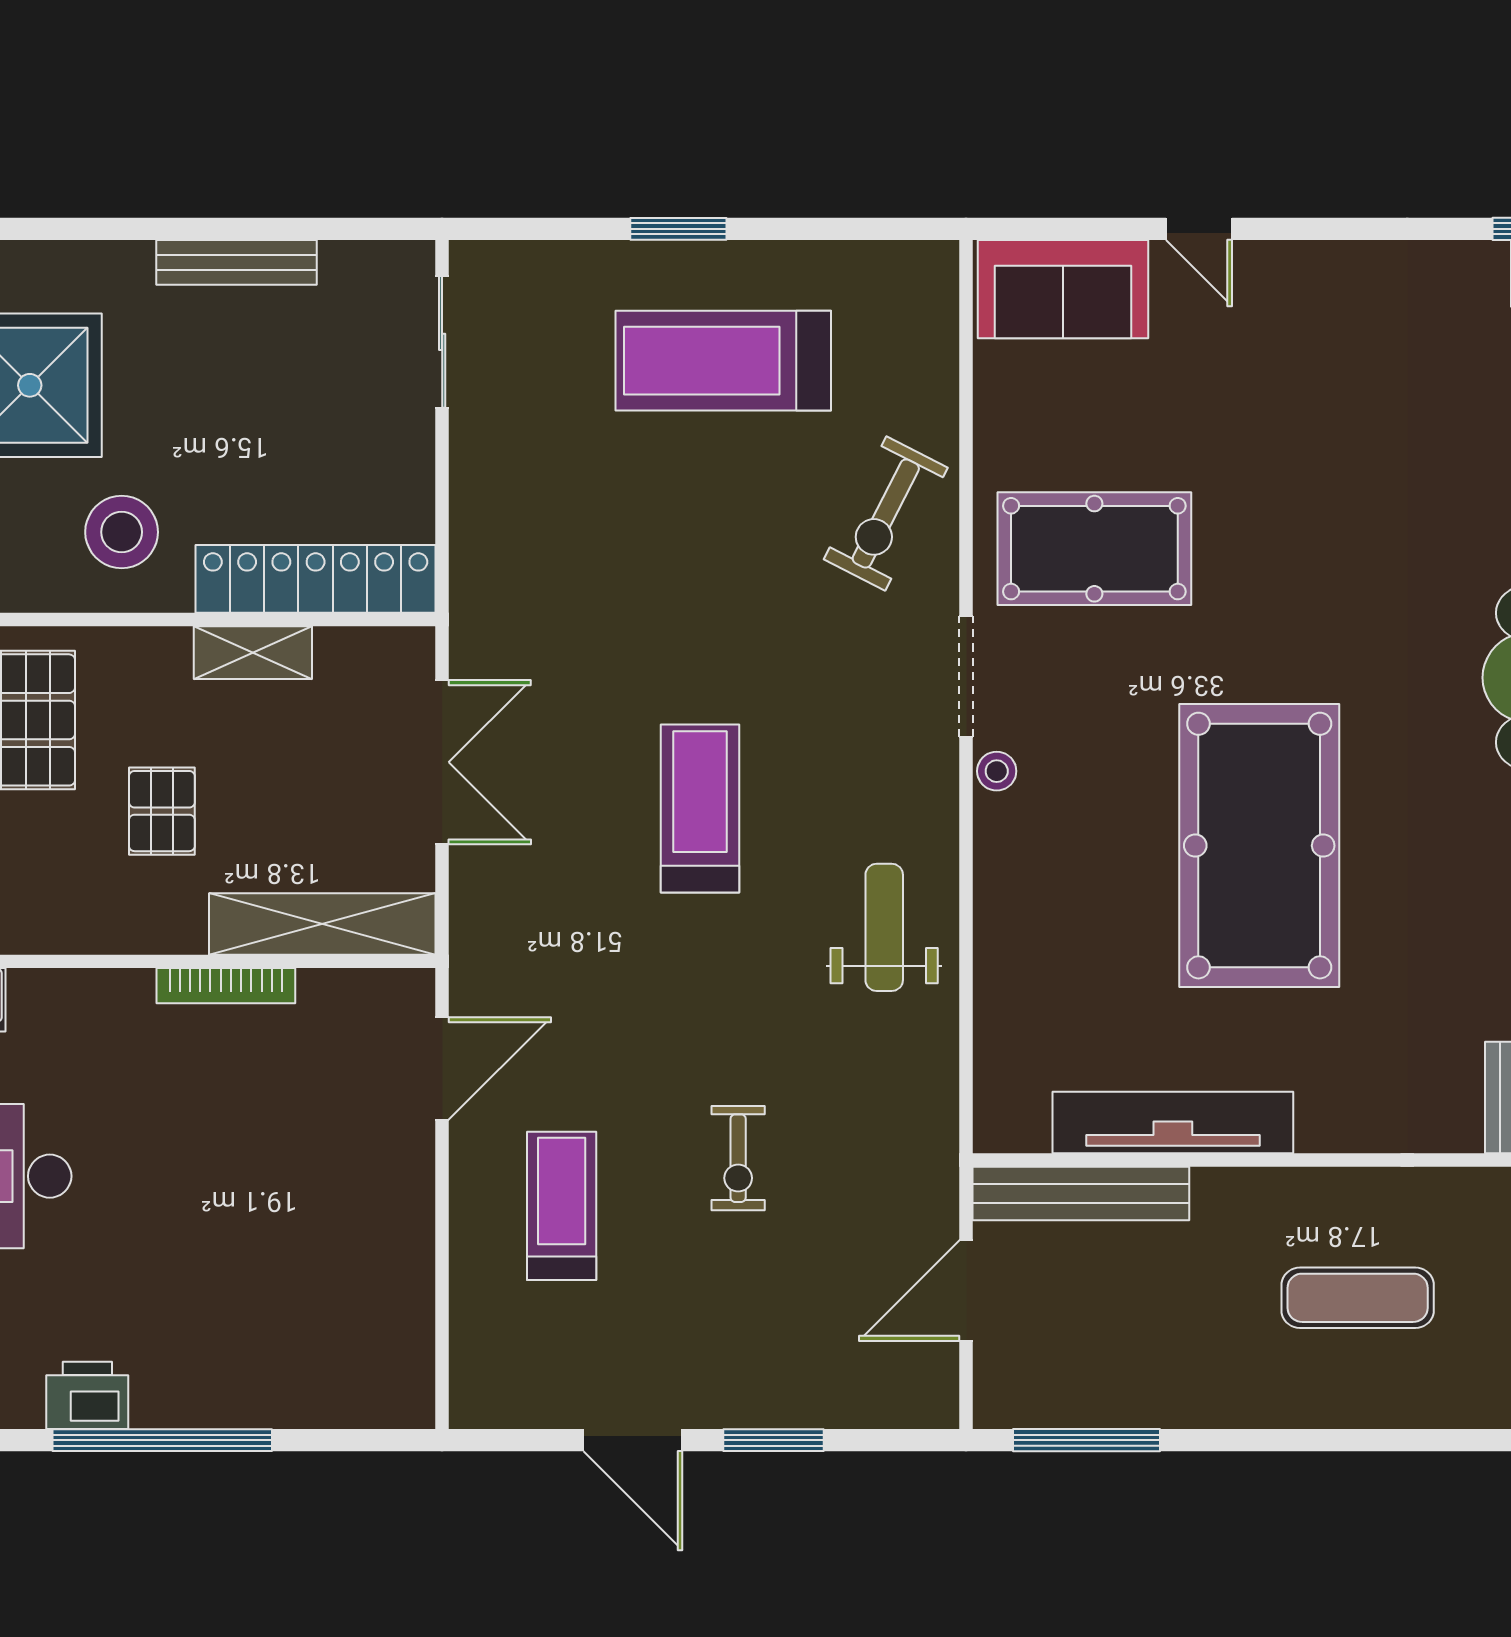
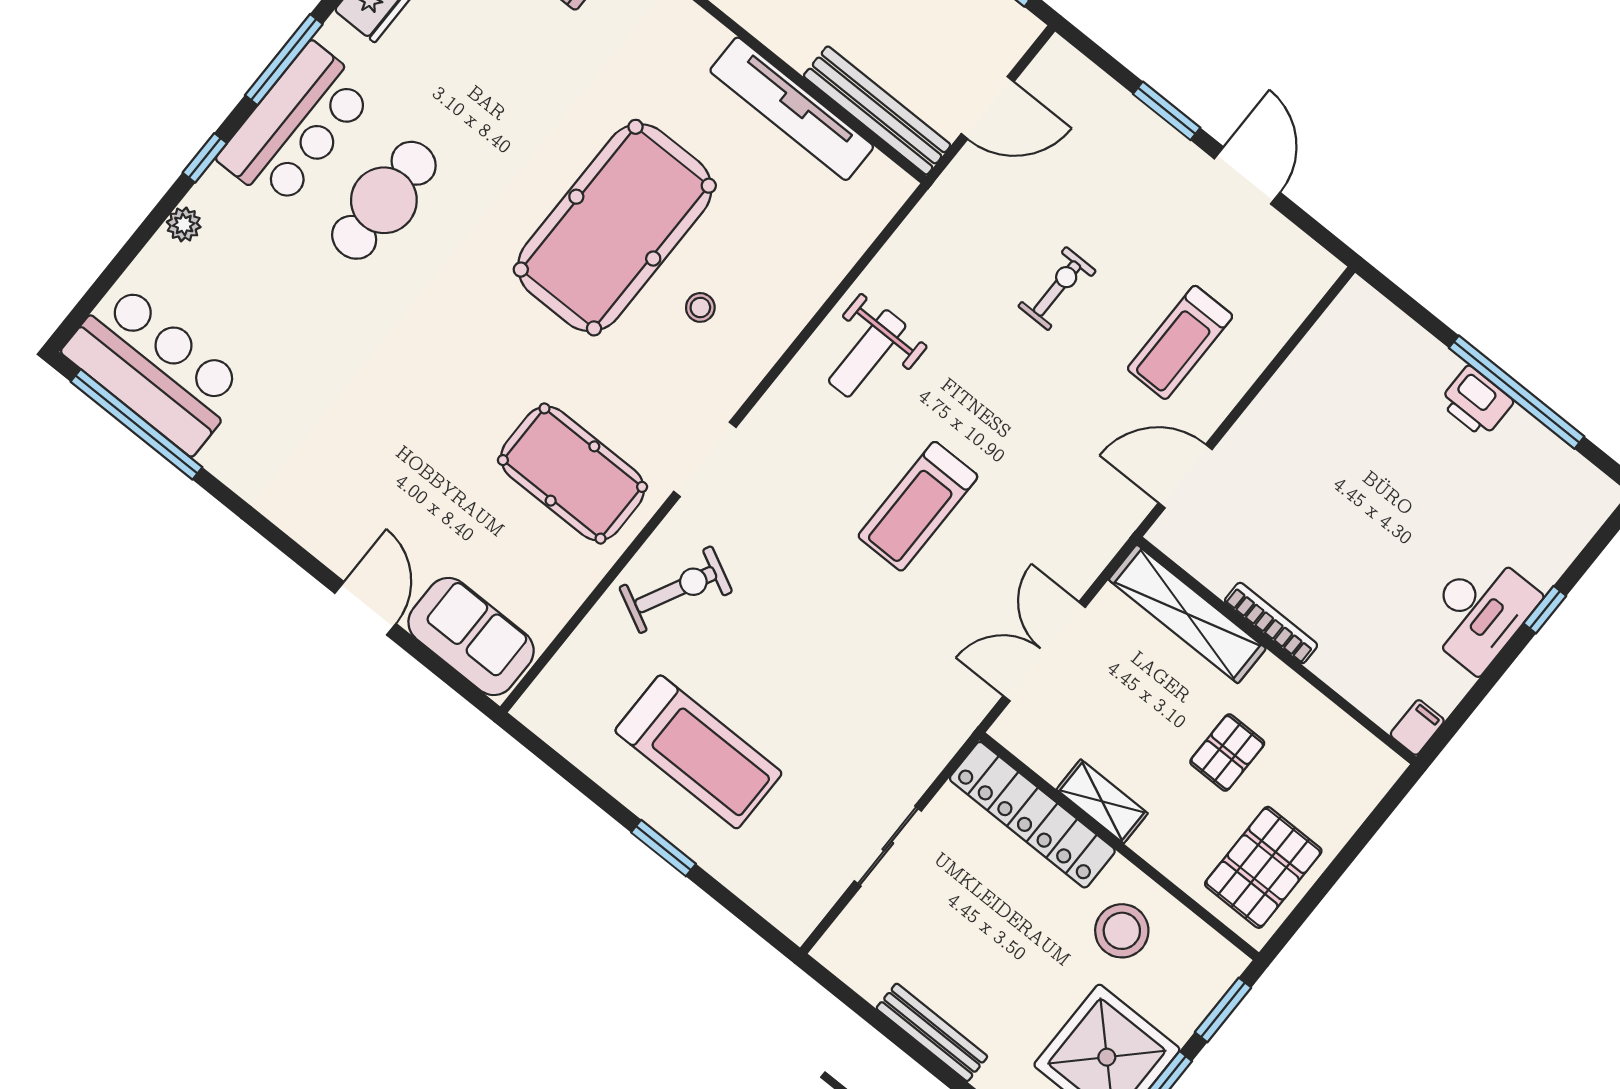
door: (1199, 229) -> (365, 608), width x1.37
sliding door: (442, 342) -> (888, 846), moved
stool: (997, 771) -> (700, 307), moved
printer: (87, 1395) -> (1476, 402), moved

